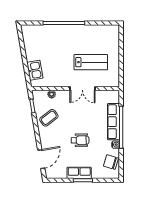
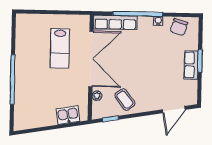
lab bench: (91, 62) -> (60, 48), turned 180
double door: (82, 88) -> (91, 59), width x1.87
row of seats: (114, 122) -> (115, 22), moved
wheelchair: (80, 140) -> (152, 63), removed
door: (41, 159) -> (174, 110), swing flipped

